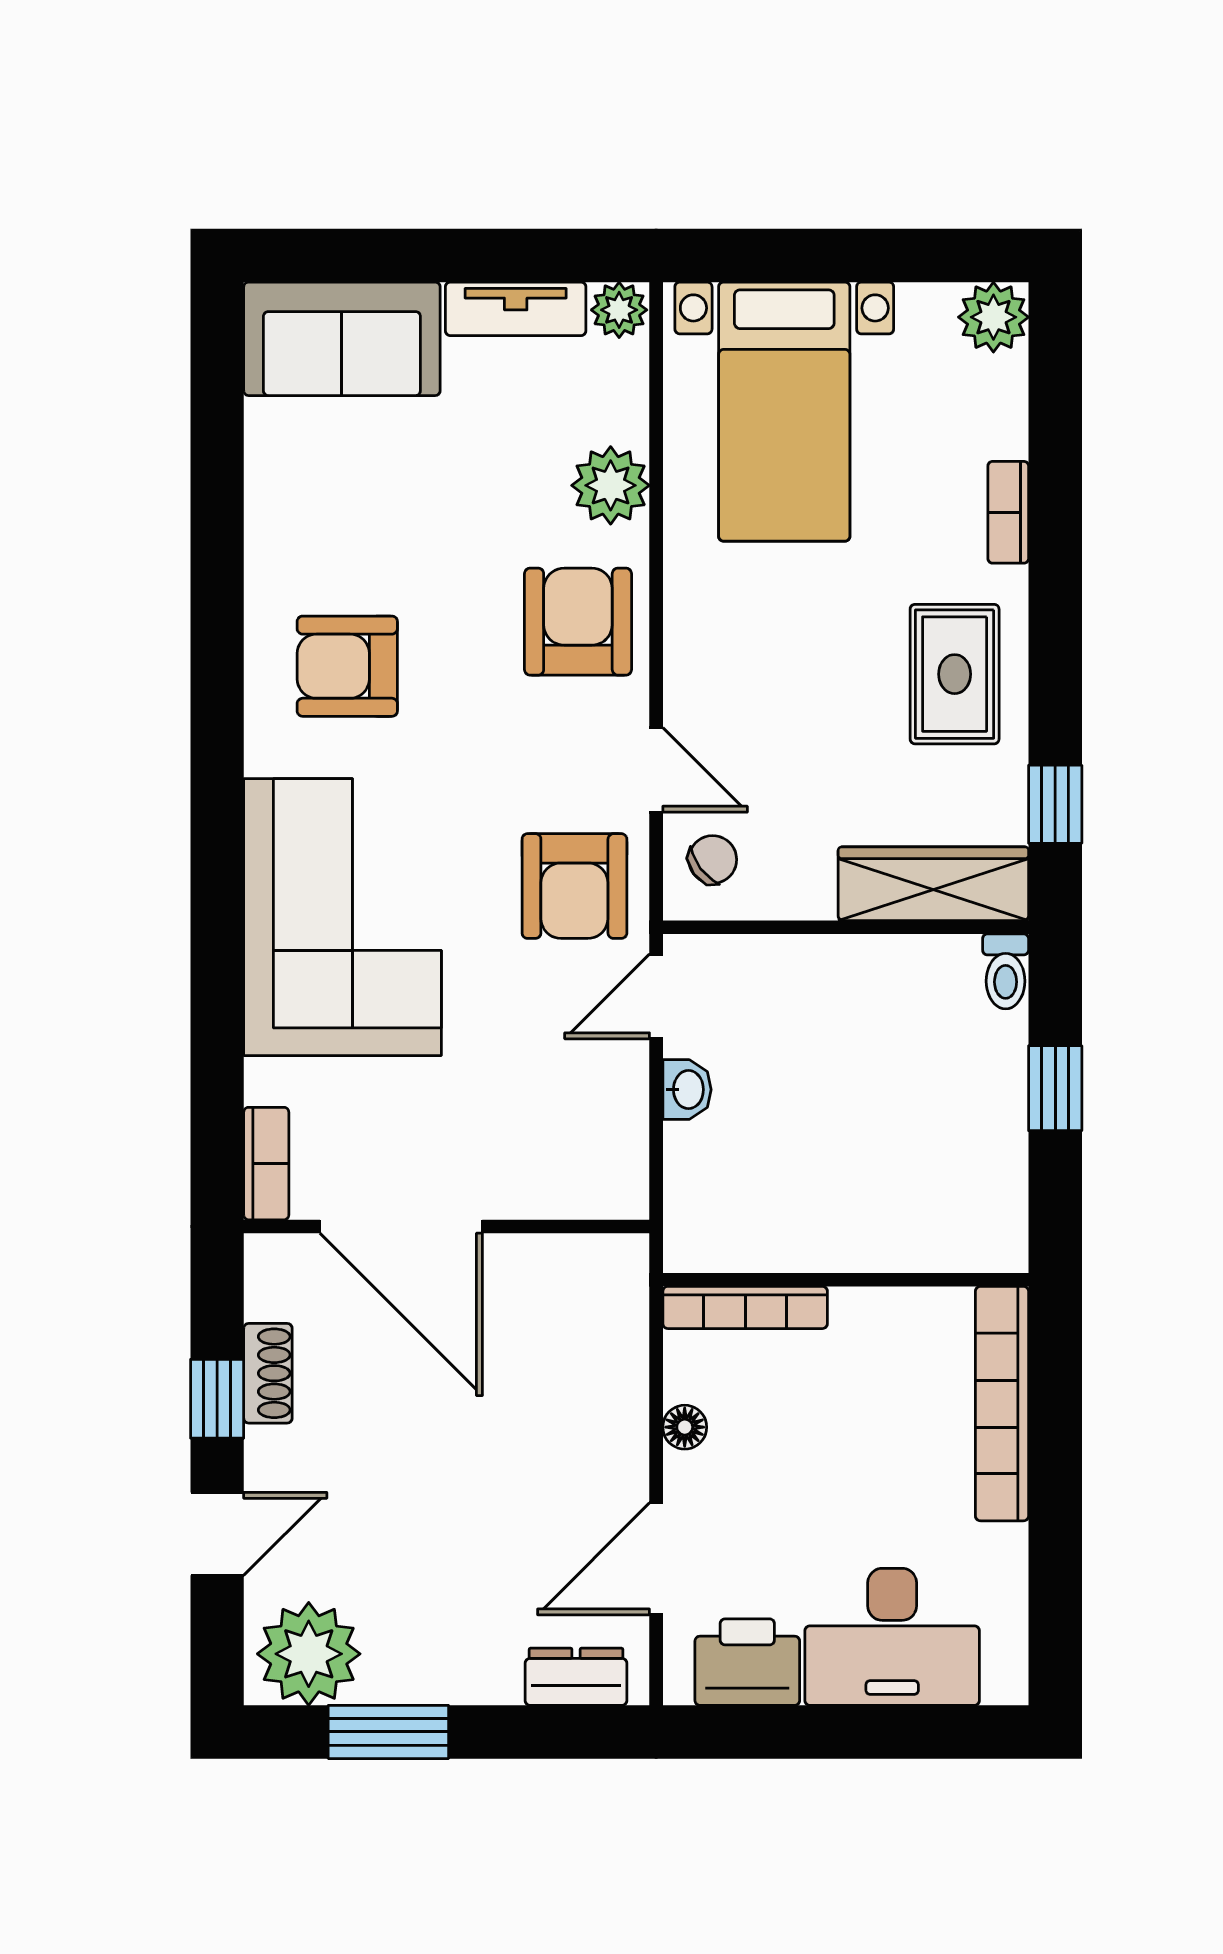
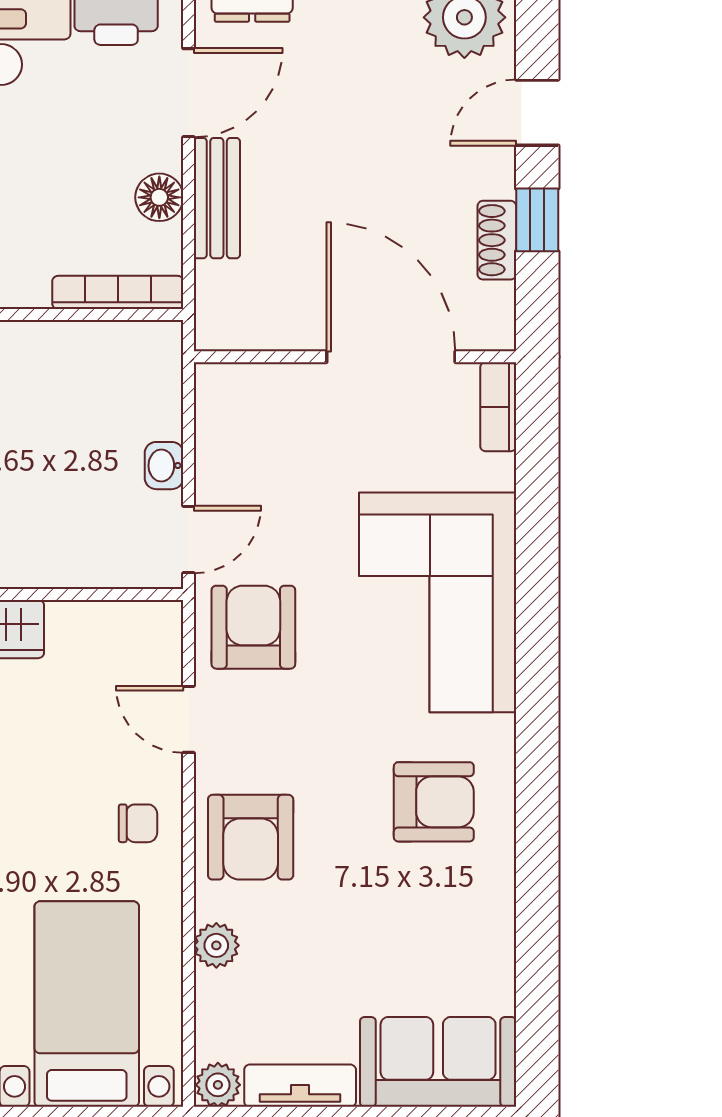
plant: (611, 485) -> (216, 945), width x0.73, depth x0.73
chair: (713, 860) -> (138, 823), moved, turned -143
bench: (620, 1426) -> (217, 198), added
floor lamp: (685, 1427) -> (159, 197), width x1.37, depth x1.37

